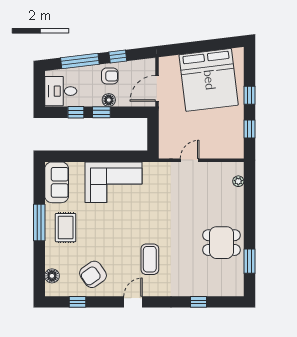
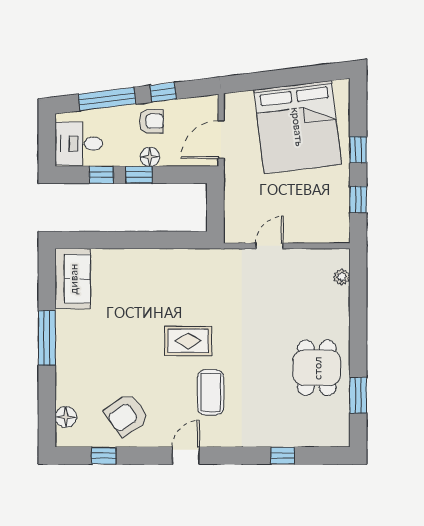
corner sofa: (113, 182) -> (157, 278), removed
rug: (66, 228) -> (188, 341), moved, turned 90
dining table: (222, 243) -> (317, 368), turned 90

